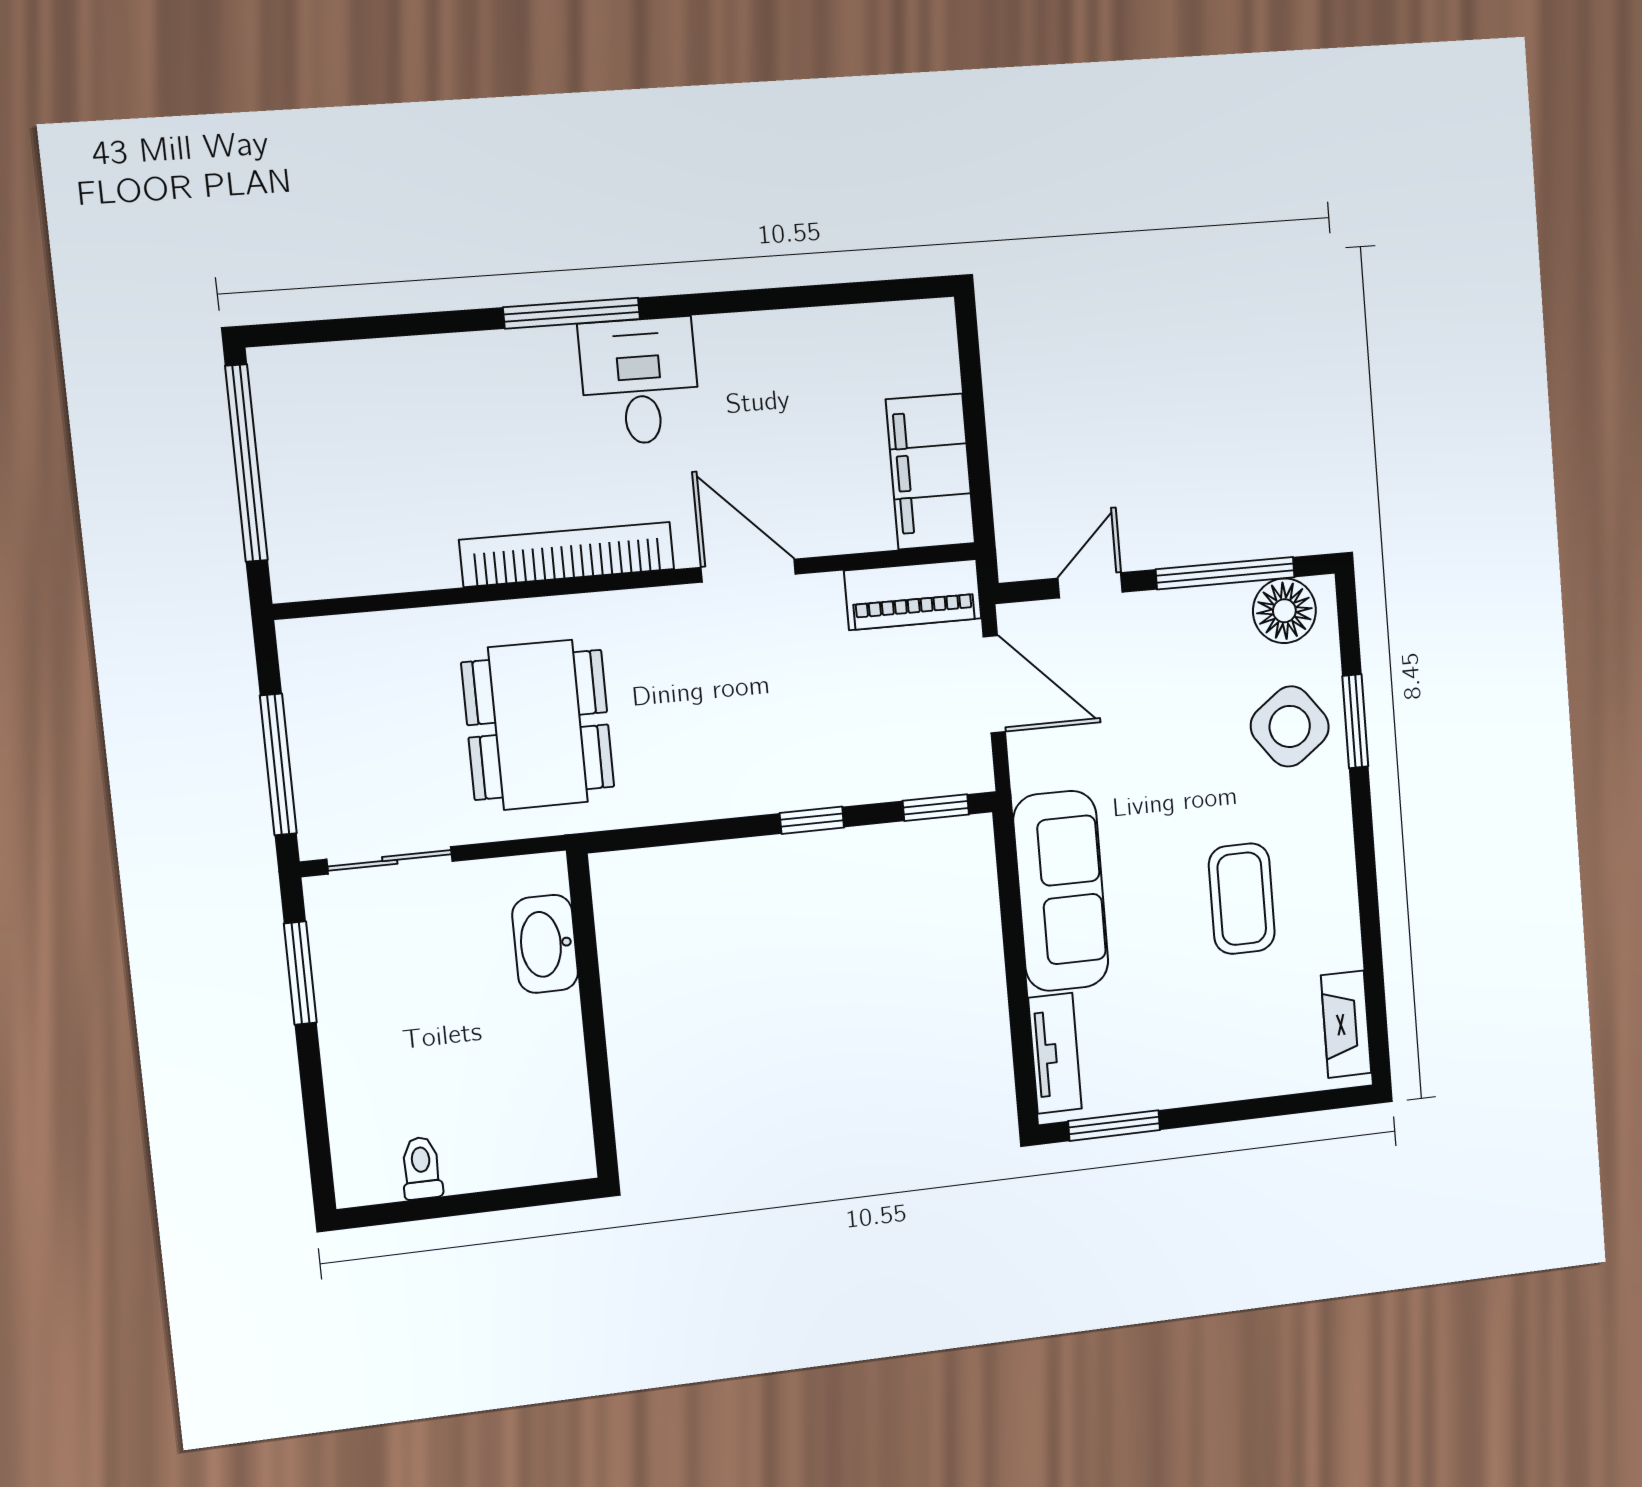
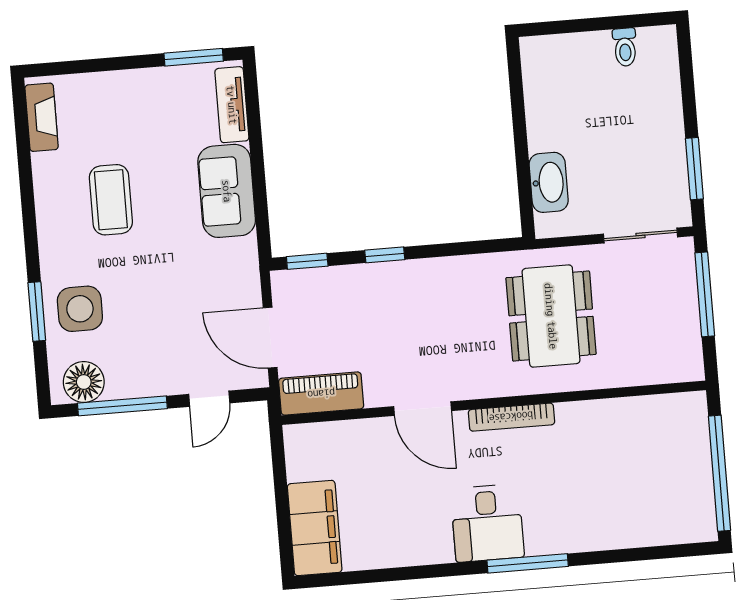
filing cabinet: (930, 472) -> (315, 528), moved
bookcase: (567, 554) -> (511, 417), width x0.68, depth x0.76
side table: (1290, 726) -> (80, 309), turned 37
sofa: (1061, 891) -> (227, 191), width x0.73

